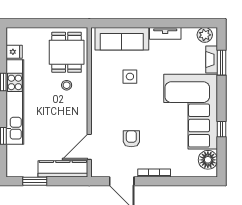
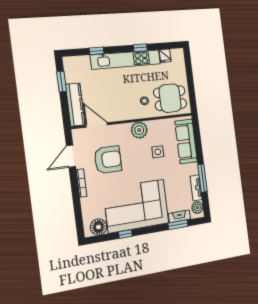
window: (170, 23) -> (203, 178), added
tv unit: (165, 33) -> (196, 188), moved
plant: (101, 96) -> (139, 130), added
armchair: (131, 139) -> (108, 160), width x1.88, depth x1.88

